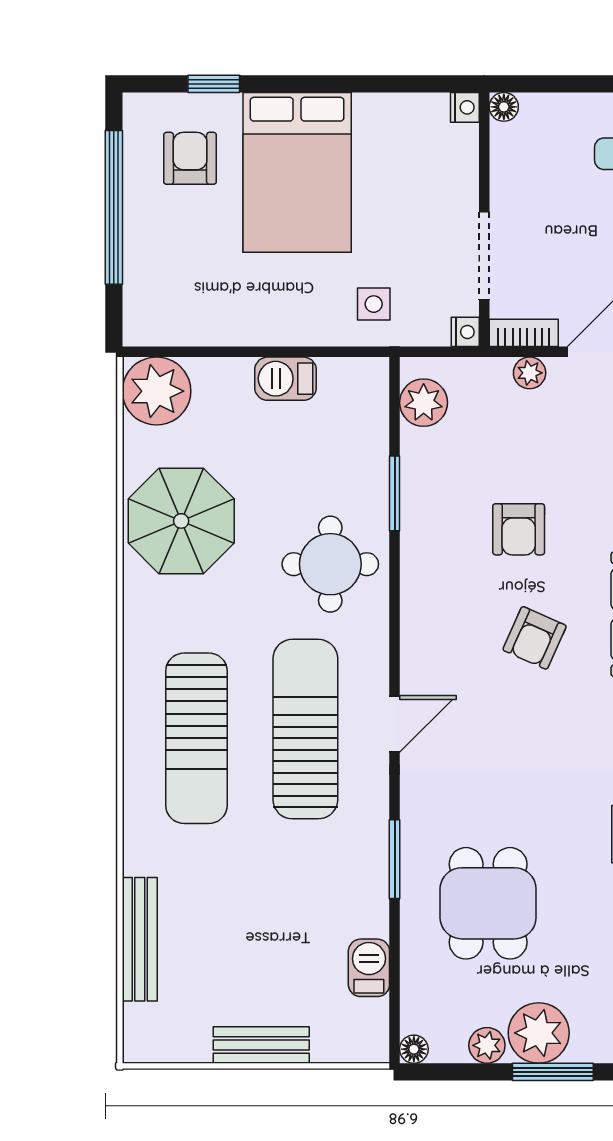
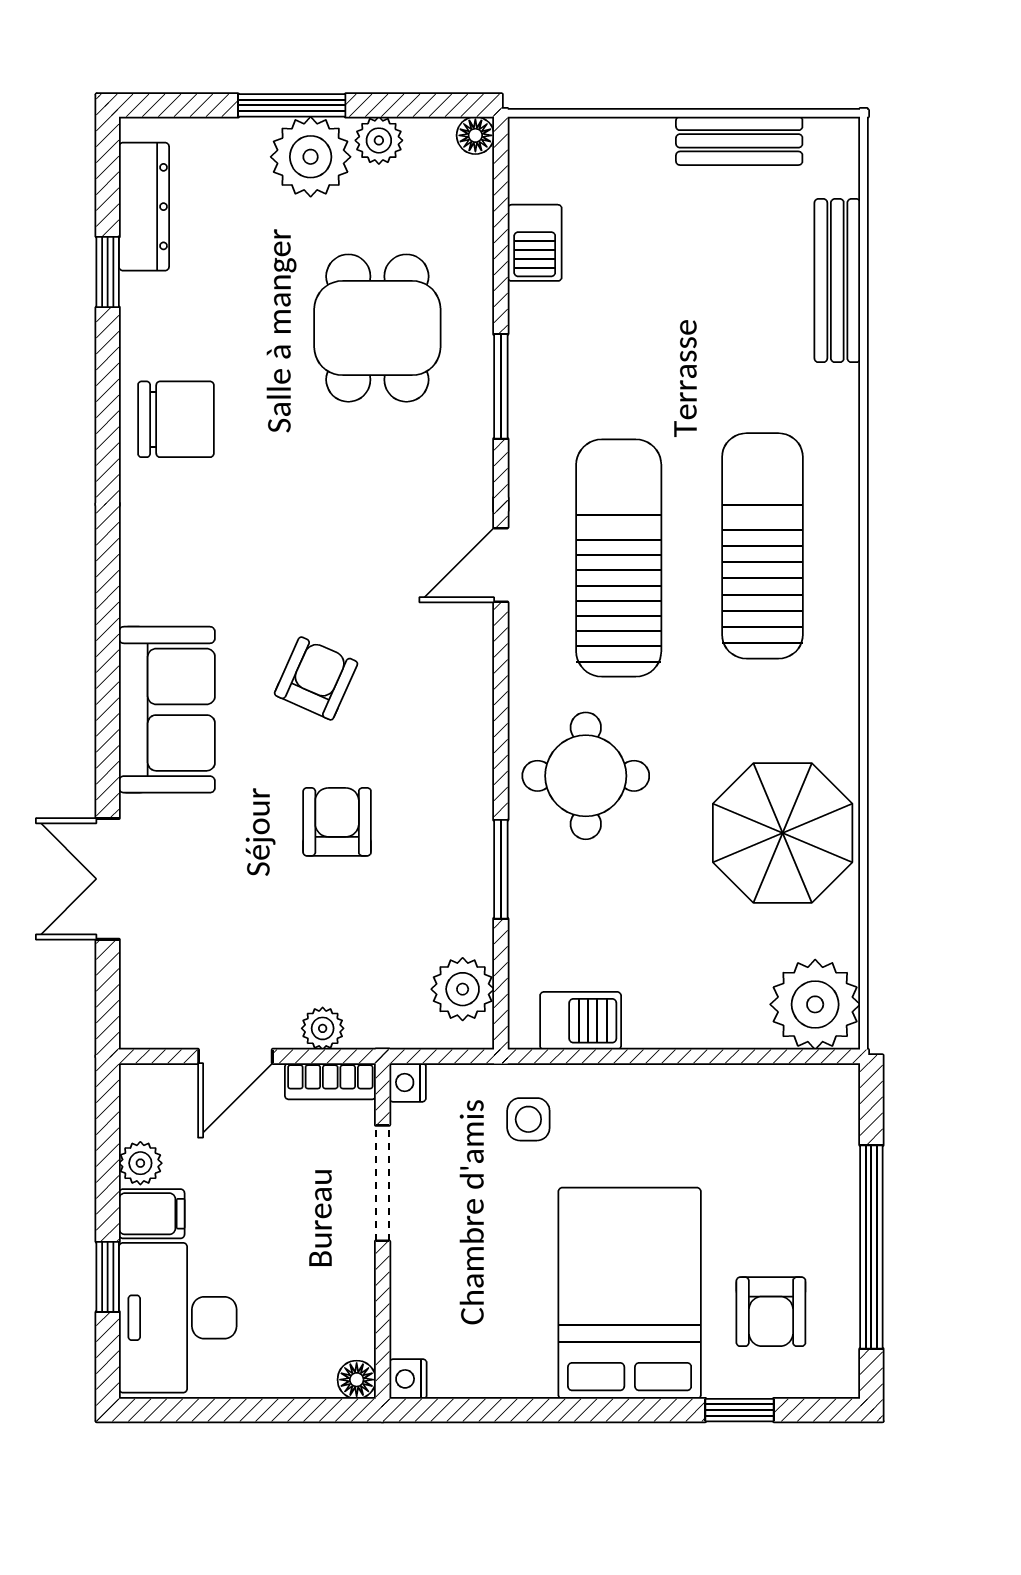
barbecue: (286, 379) -> (581, 1021), moved
sun lounger: (305, 729) -> (619, 558), turned 180
bench: (261, 1045) -> (739, 141), moved

